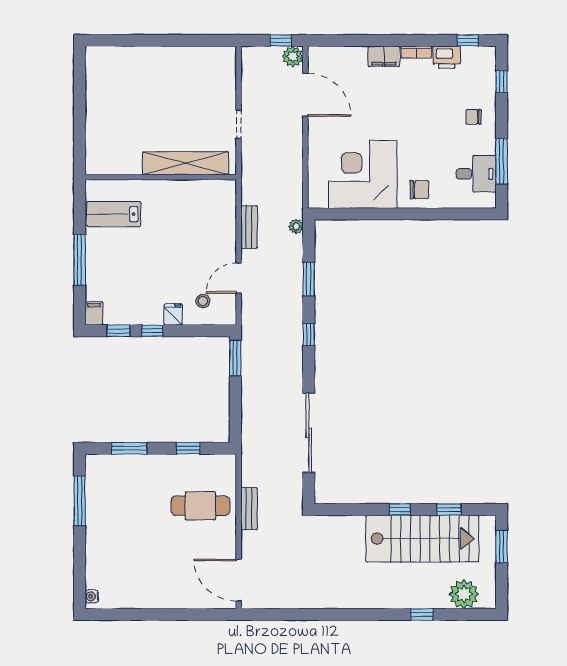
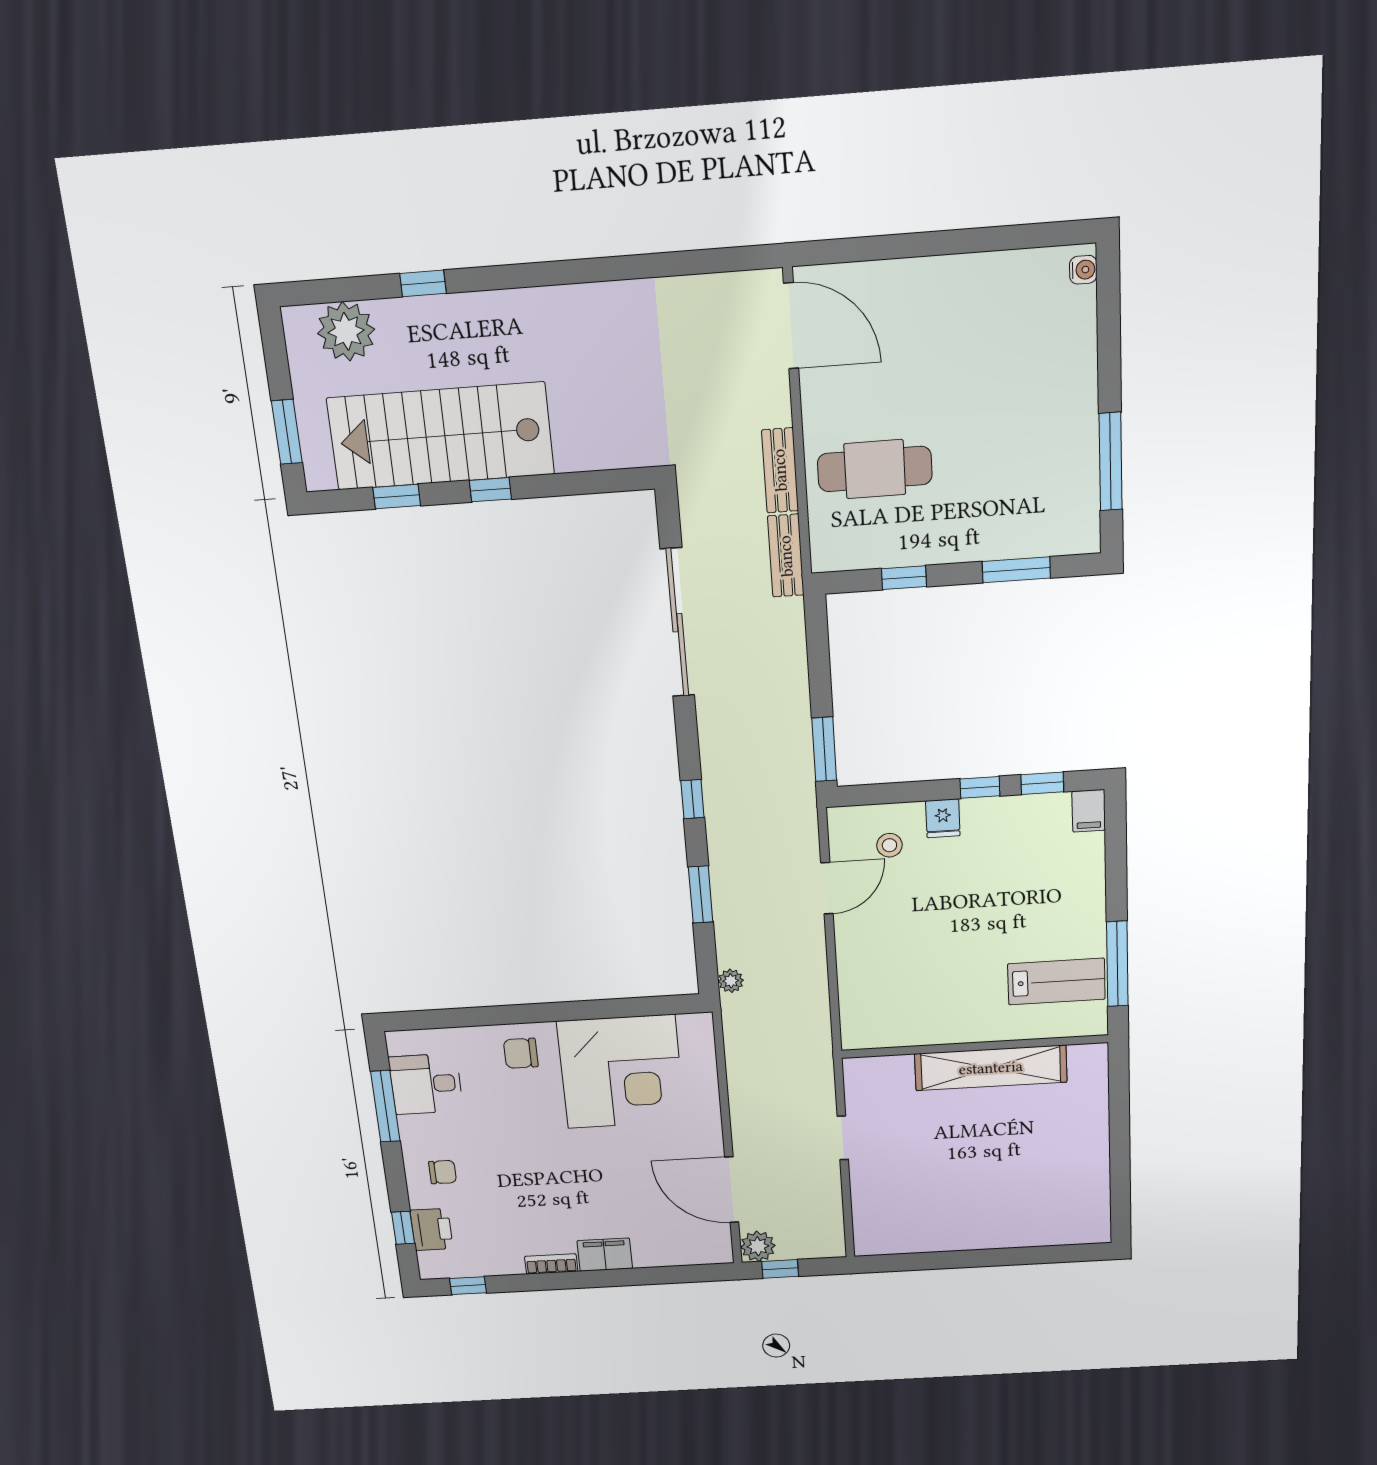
printer: (447, 57) -> (432, 1229), moved, turned 90
shelving: (185, 163) -> (991, 1068), moved
bench: (249, 227) -> (786, 556), moved
window: (80, 260) -> (1117, 964), moved

